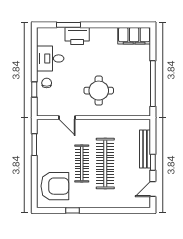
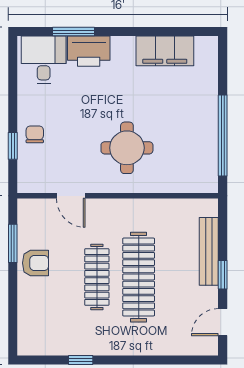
filing cabinet: (134, 36) -> (165, 51), moved
desk: (50, 58) -> (44, 60), moved, turned 90
armchair: (55, 186) -> (36, 263), moved, width x0.53, depth x0.53

